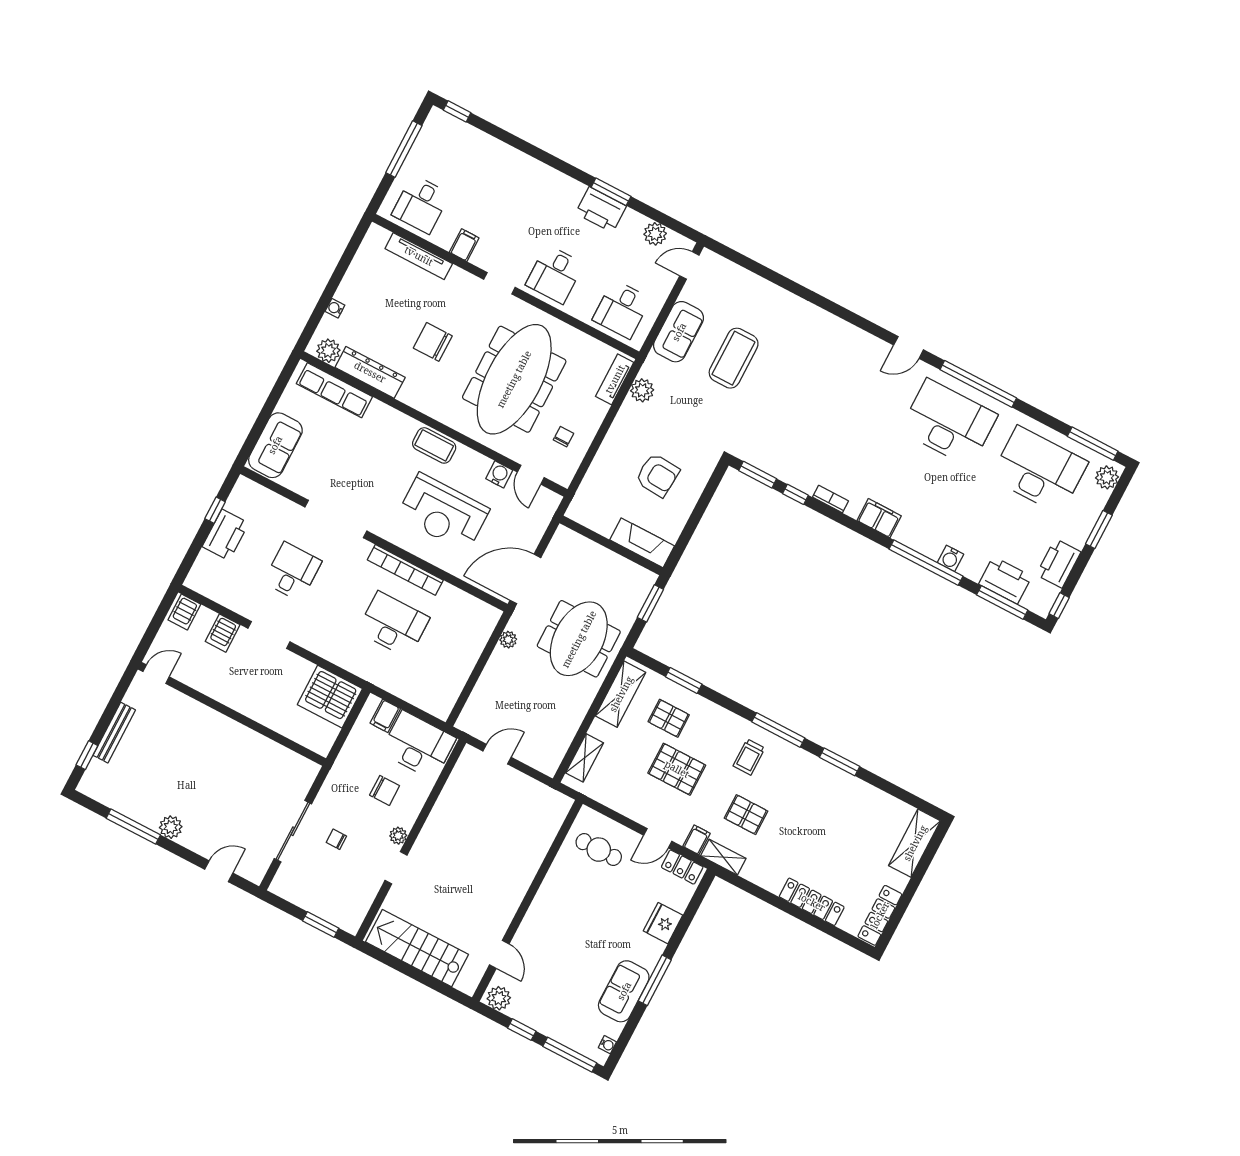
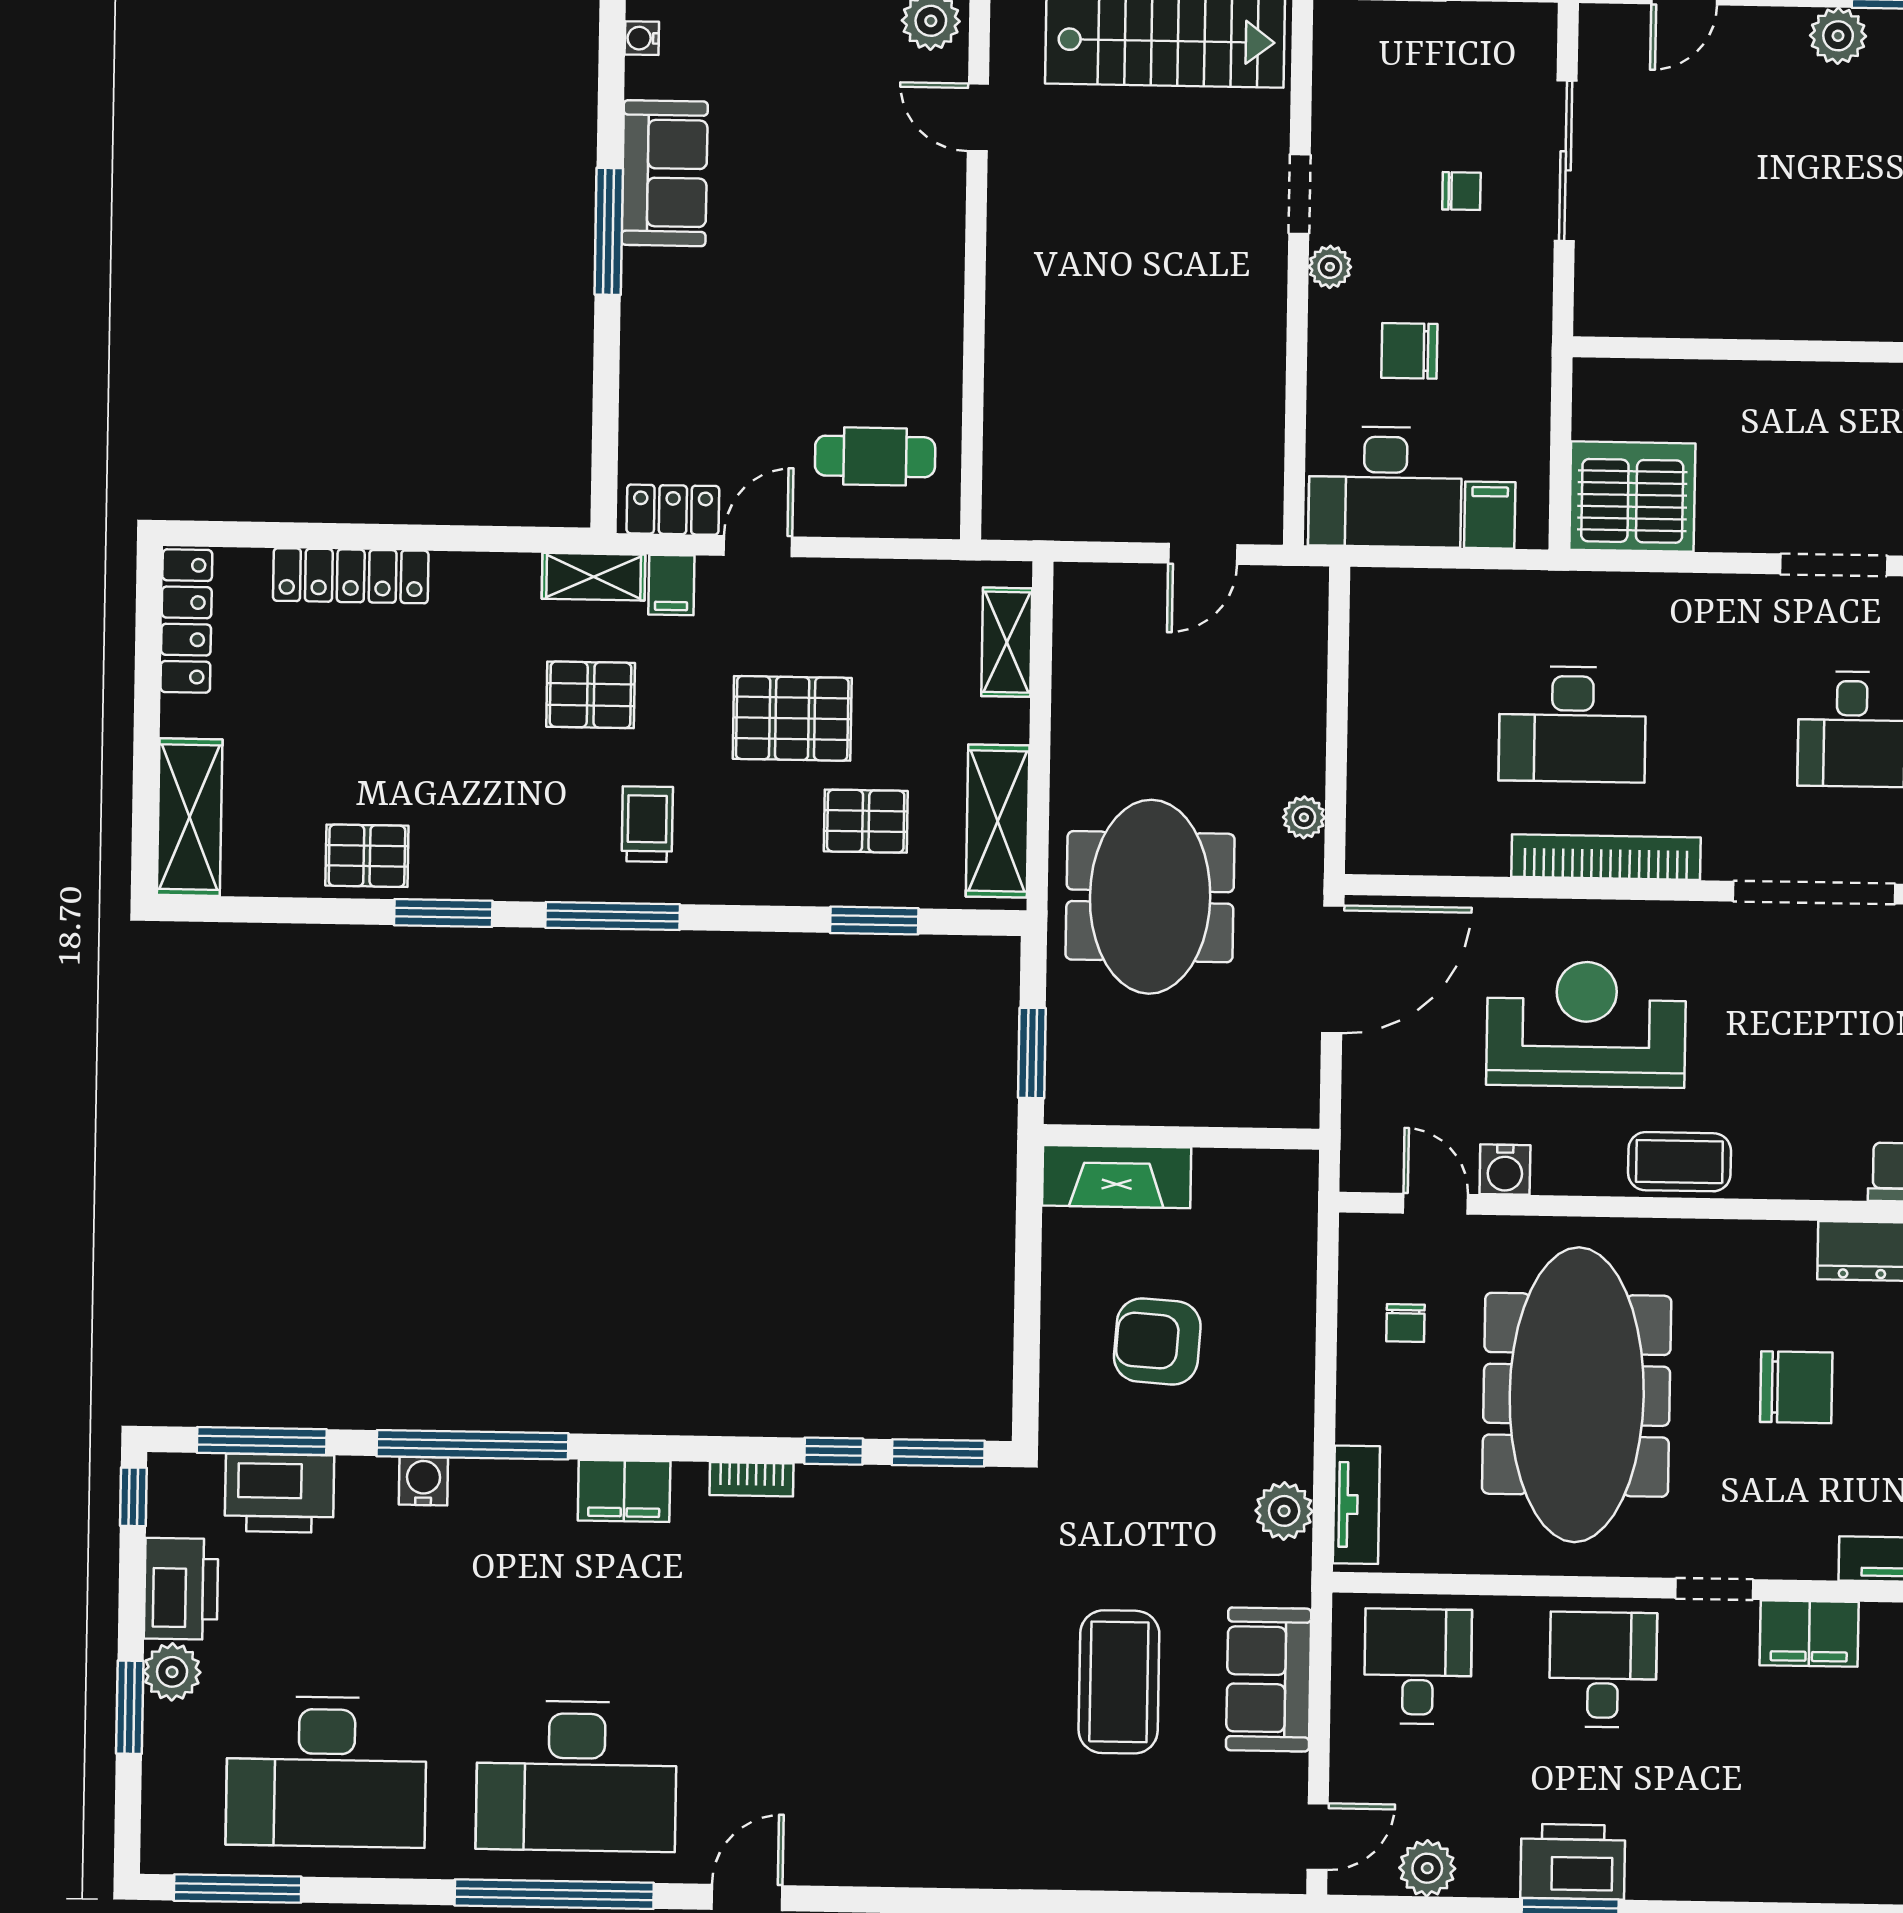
filing cabinet: (464, 245) -> (1809, 1634), width x2.00
plant: (1107, 477) -> (172, 1672), moved
pallet: (857, 797) -> (367, 856), added
fridge: (663, 923) -> (653, 366), removed

